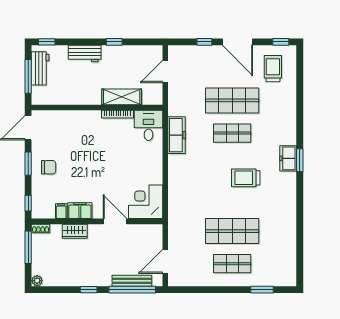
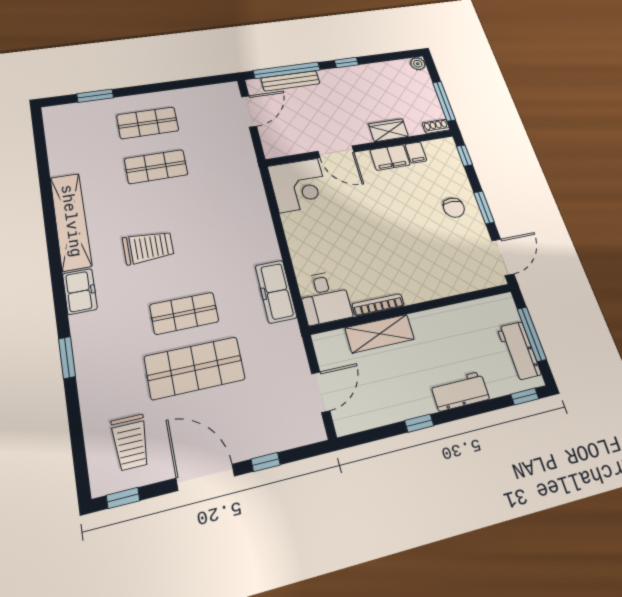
window: (300, 160) -> (67, 358), moved
chair: (49, 167) -> (454, 208), turned -90
shelving: (288, 203) -> (71, 221), added
shop shelf: (232, 231) -> (156, 167), width x0.70, depth x0.74

